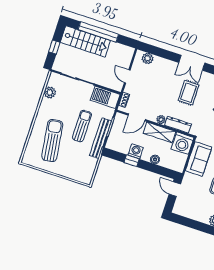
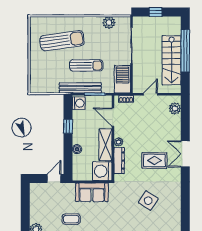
stairs: (85, 41) -> (172, 60), moved
washing machine: (136, 151) -> (79, 103), moved

